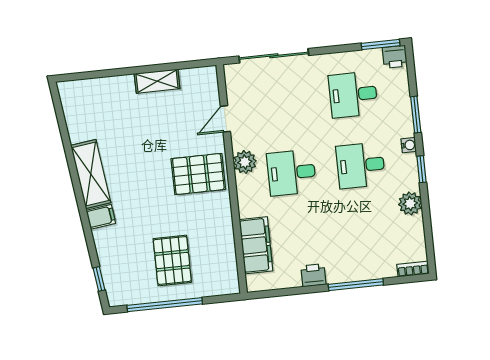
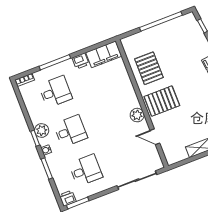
door: (225, 119) -> (155, 137), swing flipped
desk: (292, 173) -> (55, 92), moved
plant: (410, 204) -> (42, 130), moved
filing cabinet: (256, 245) -> (104, 54), moved, turned -90
pallet: (172, 260) -> (149, 68), moved

